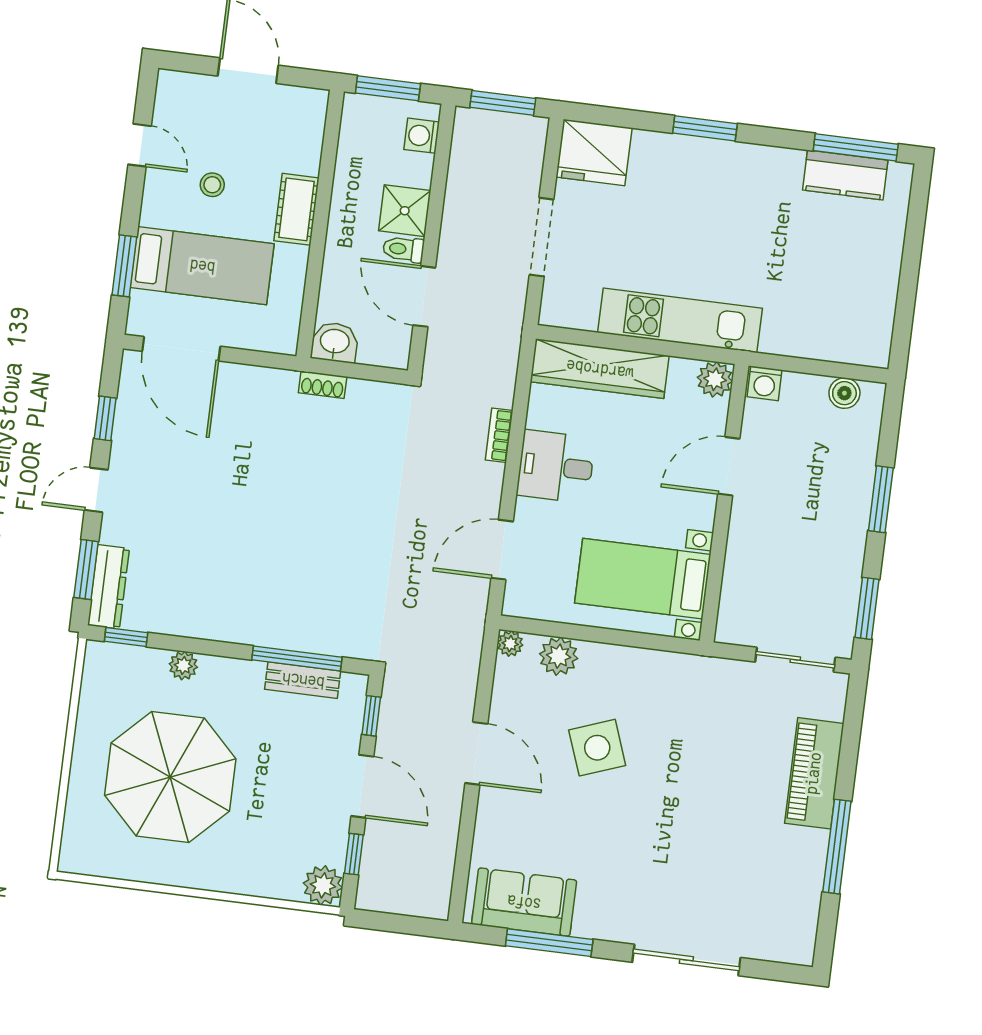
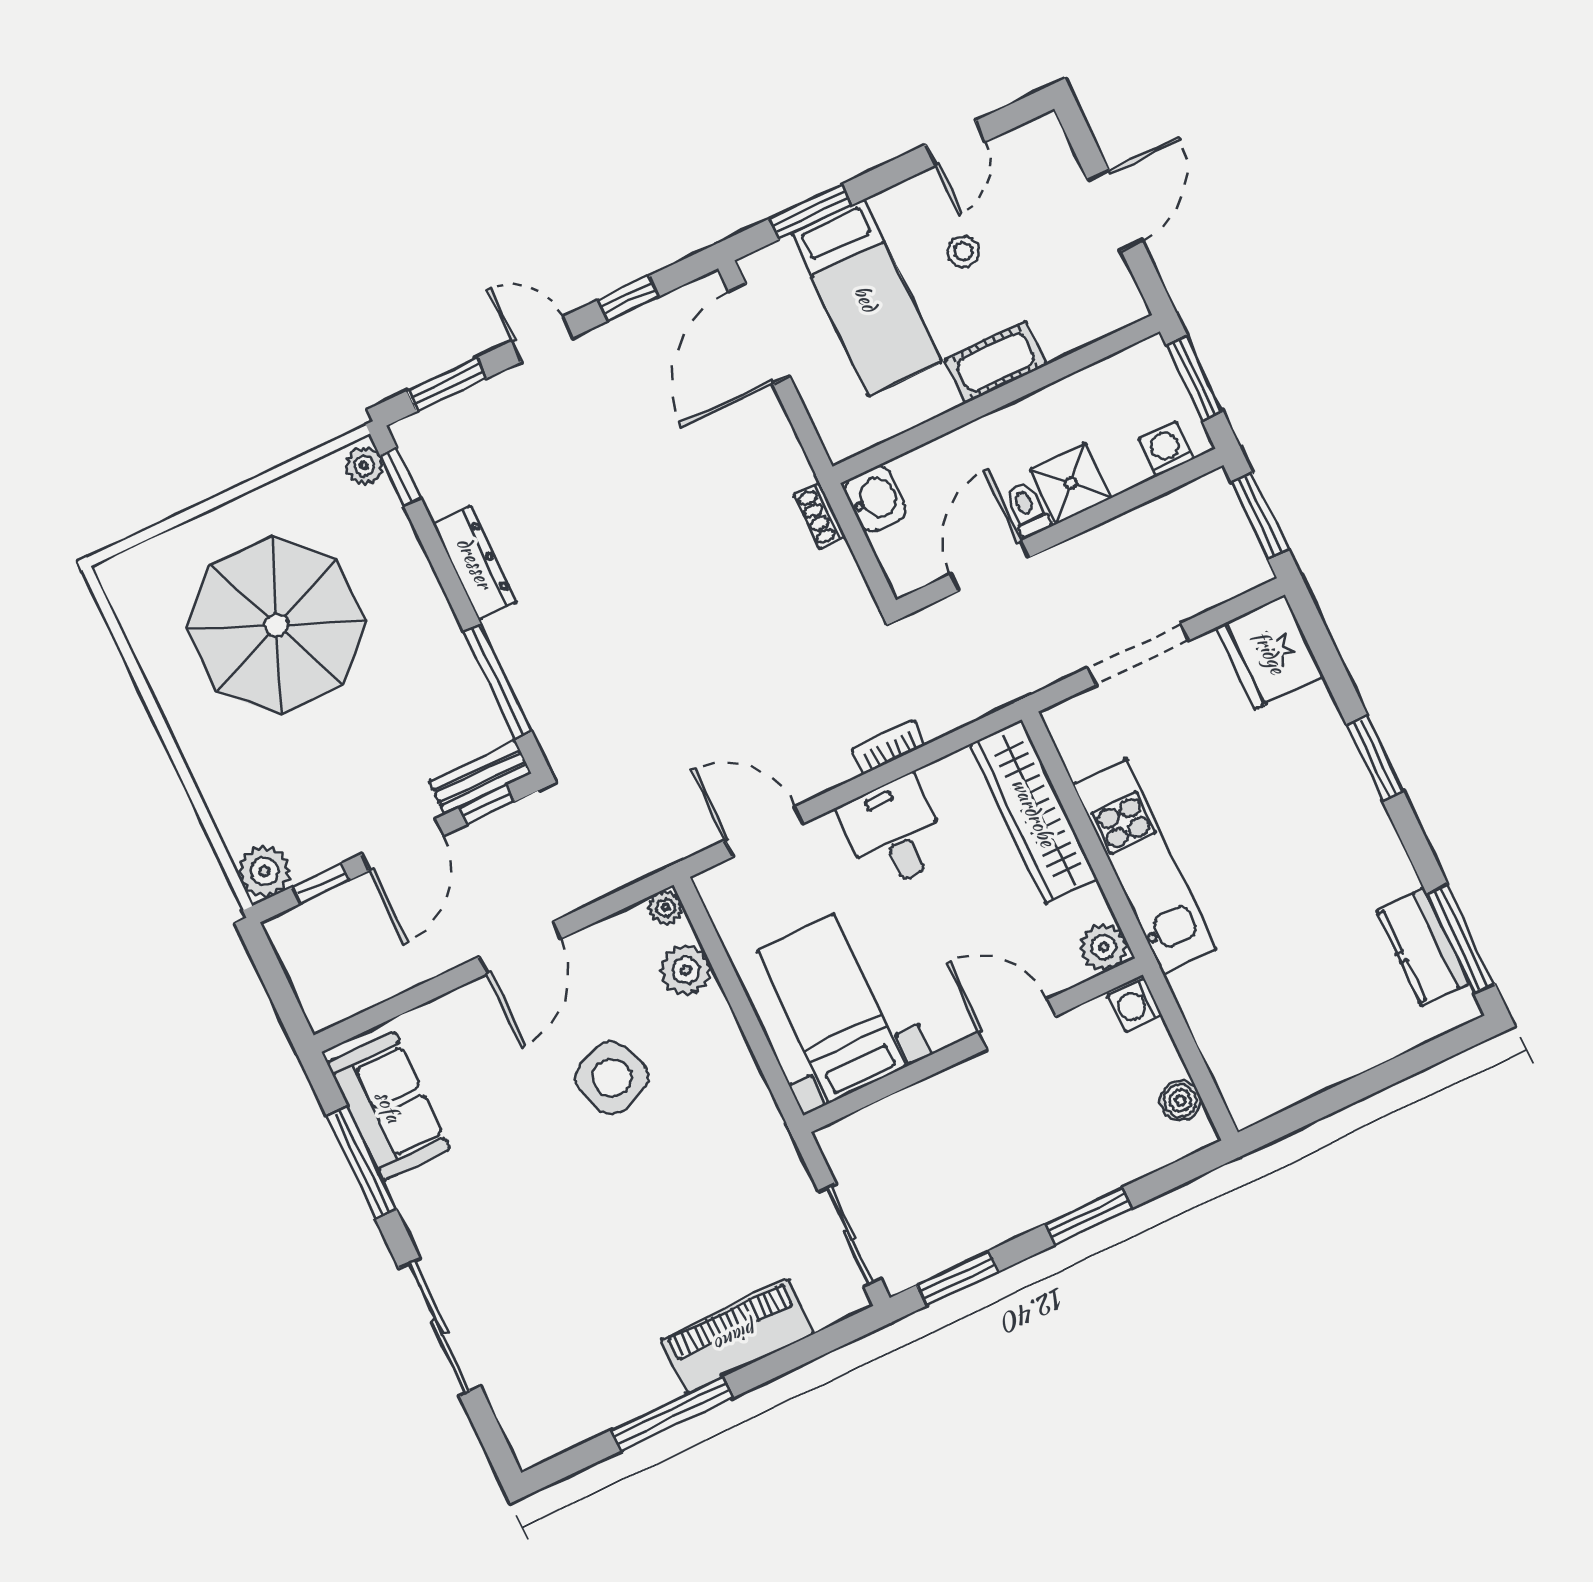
dresser: (109, 587) -> (475, 563), moved, turned -90
plant: (183, 666) -> (364, 466), moved
bench: (303, 680) -> (480, 778), moved, turned 90

